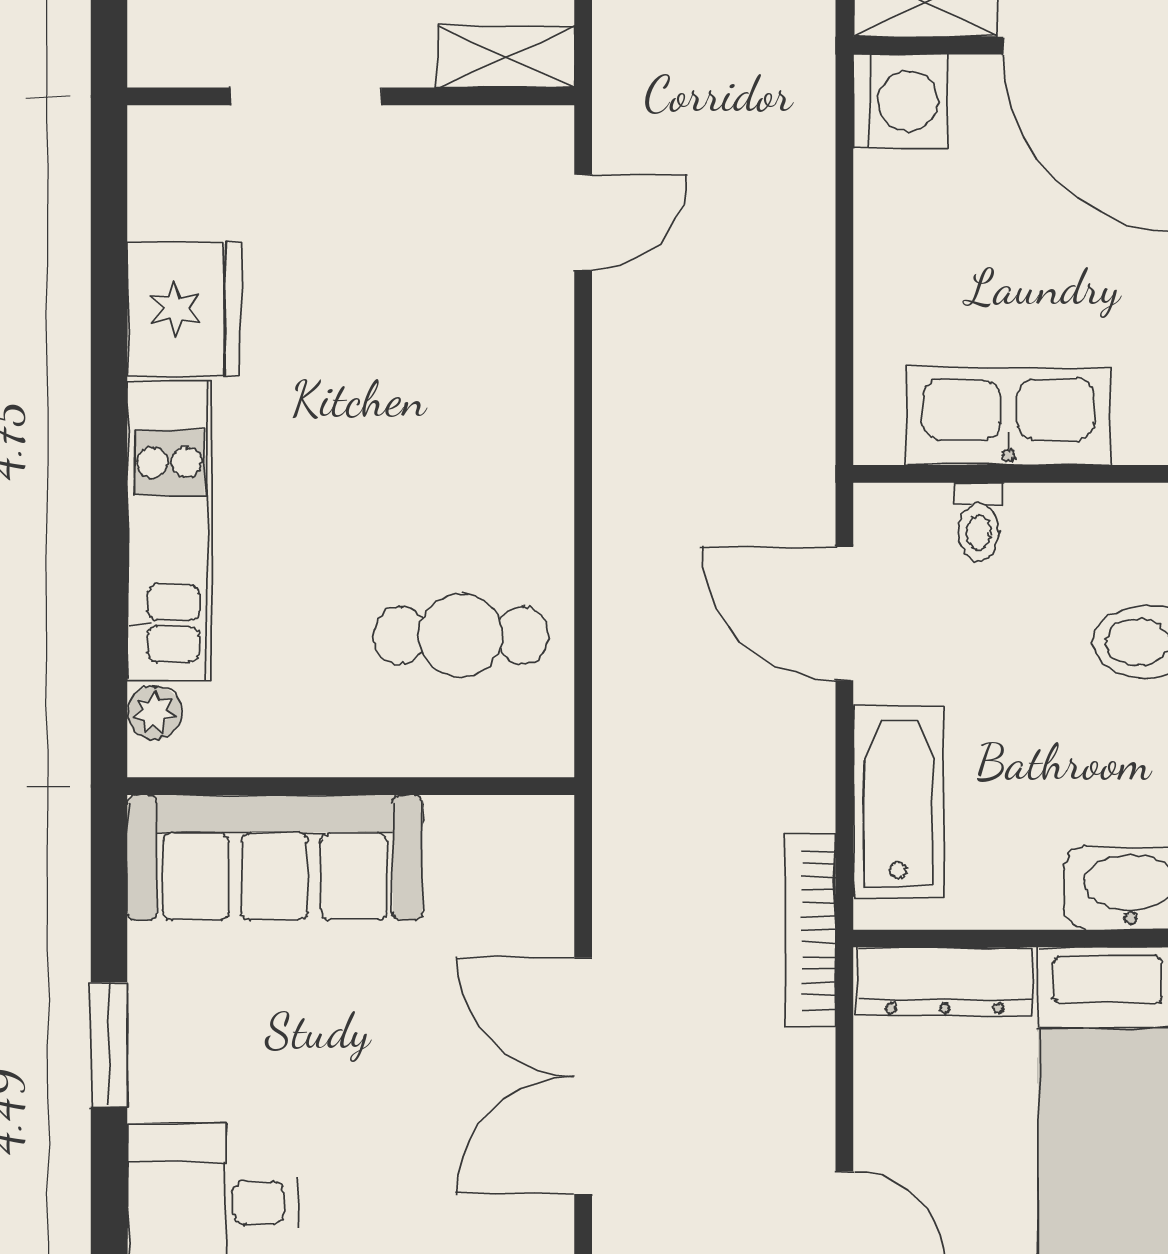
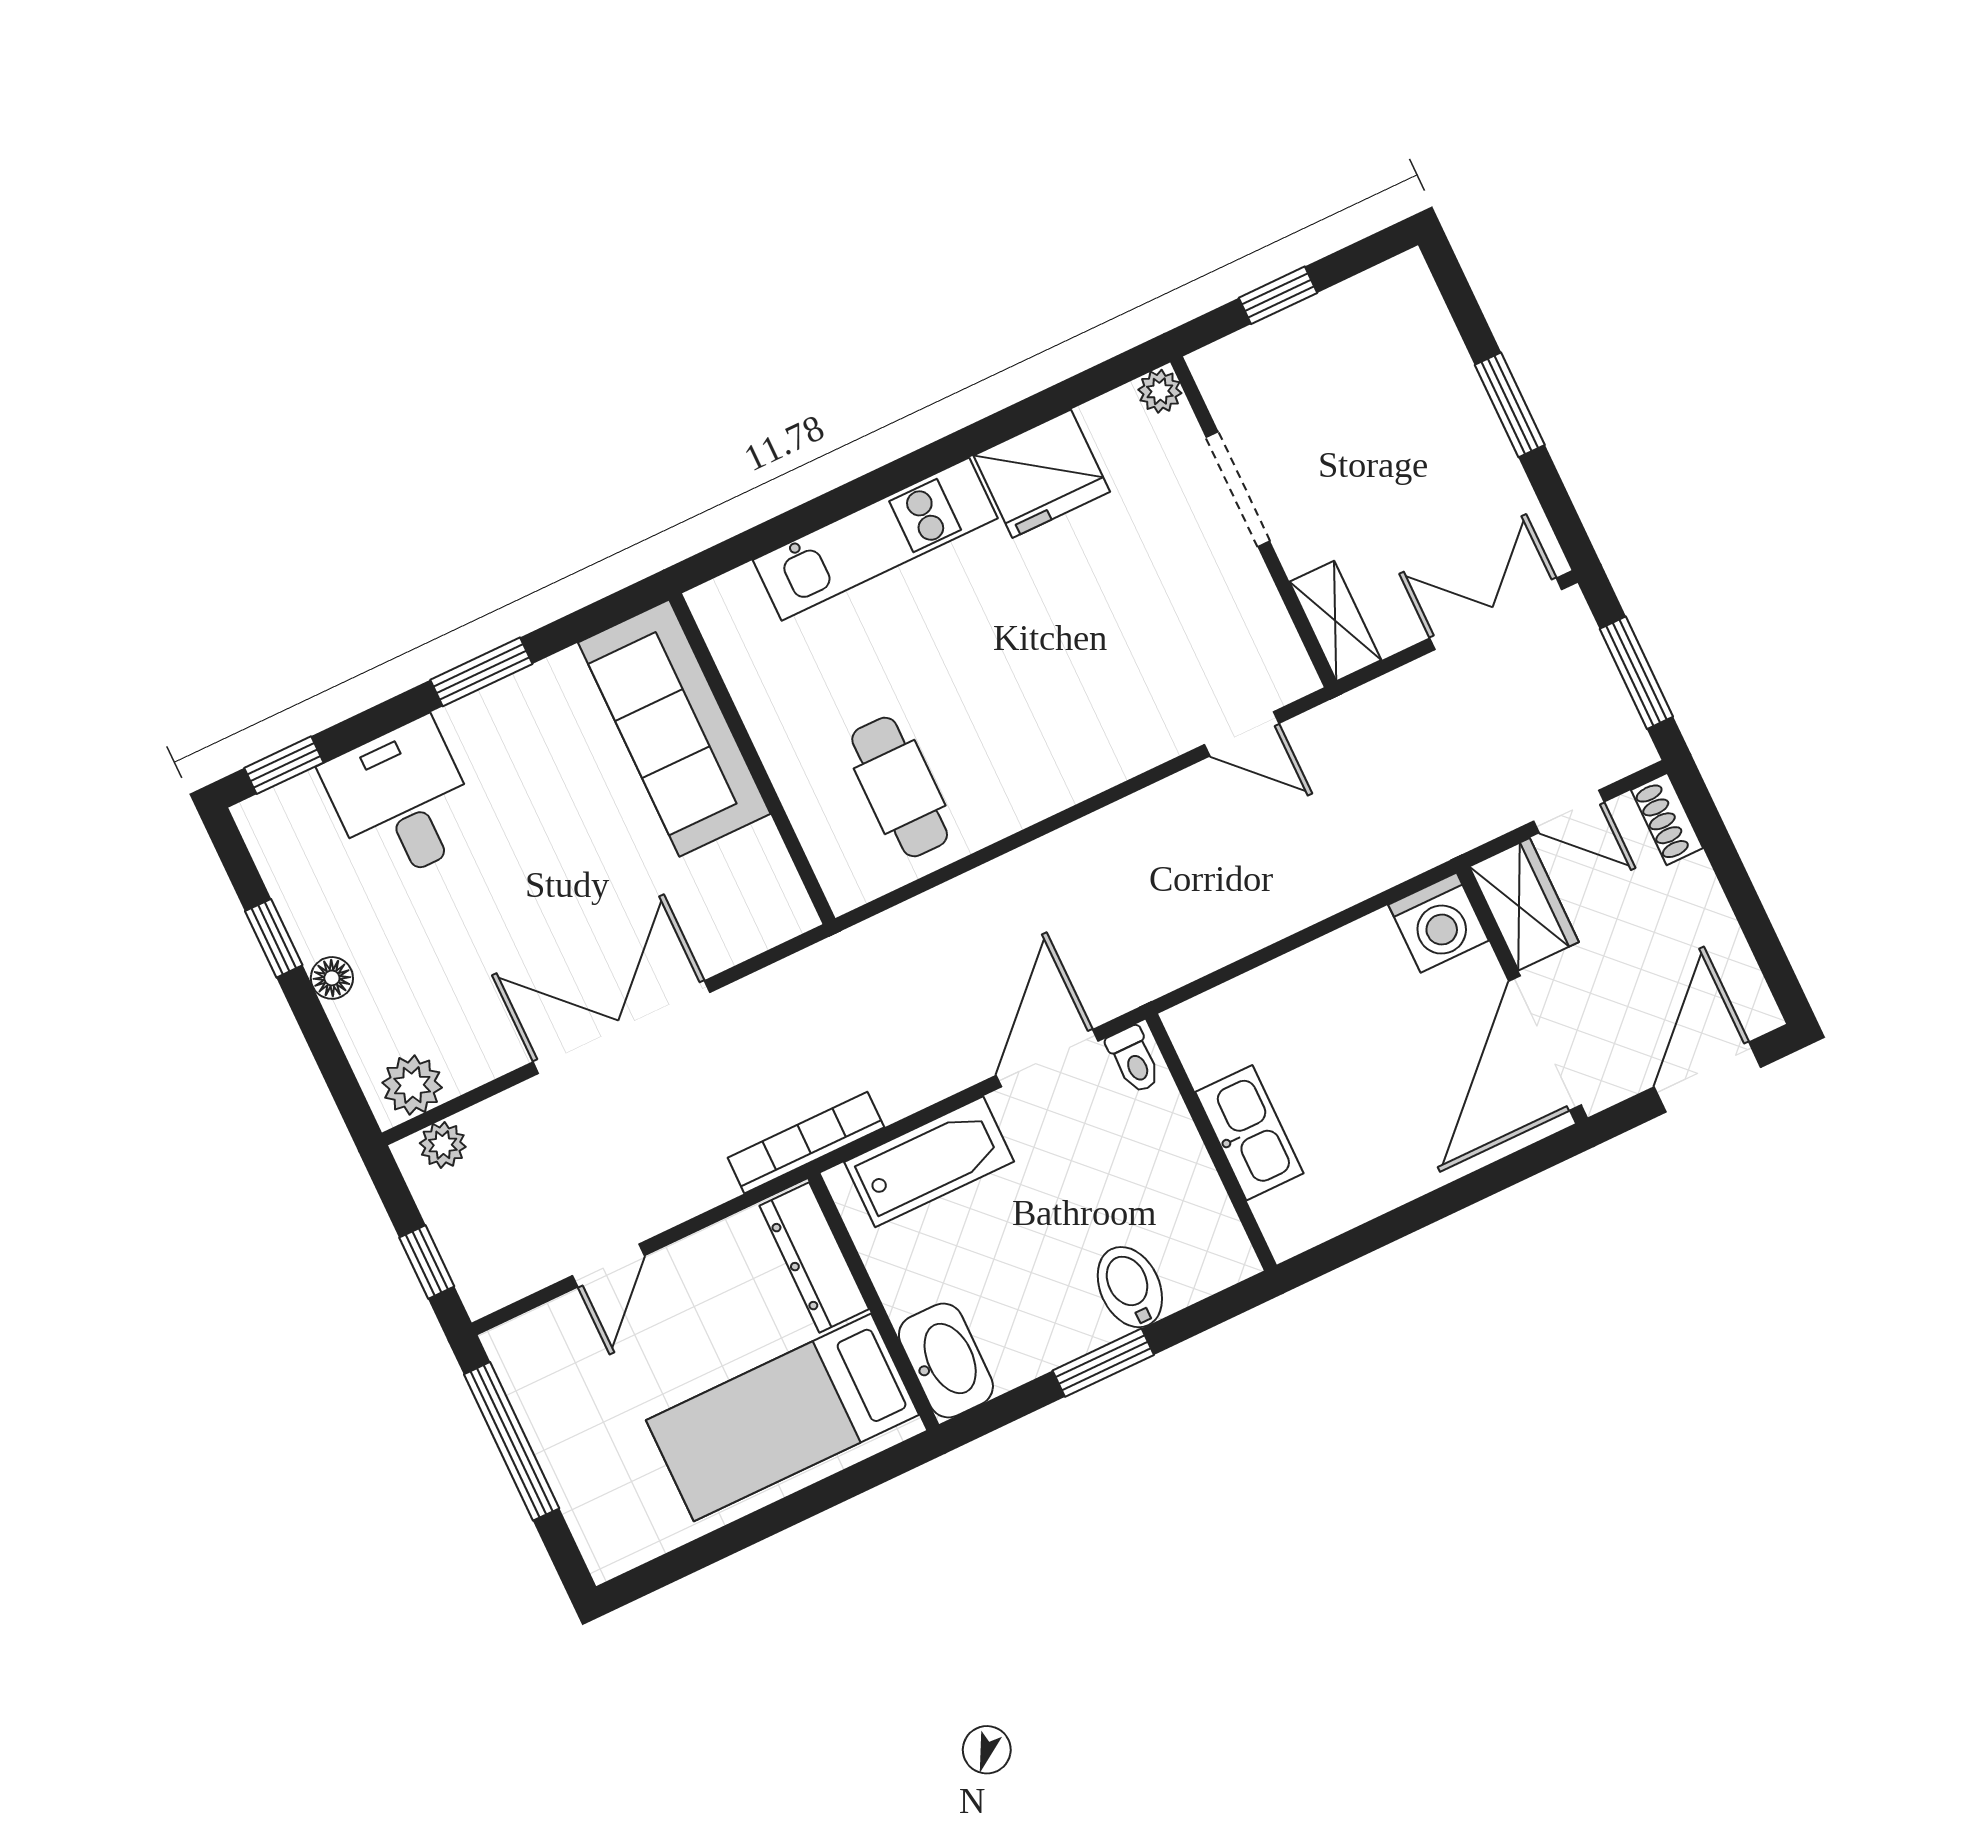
kitchen sink: (1009, 416) -> (1249, 1133), width x0.73, depth x0.81
toilet: (978, 522) -> (1134, 1060), moved, turned -90
plant: (154, 713) -> (1160, 391), moved

